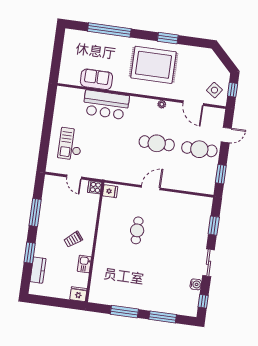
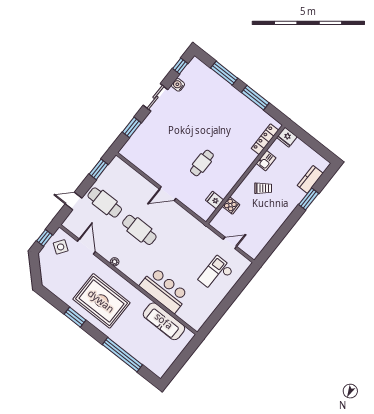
sofa: (96, 79) -> (164, 321), width x1.36
checkout: (70, 144) -> (216, 274), turned 180
door: (74, 177) -> (230, 243), hinge flipped
cooker: (95, 187) -> (231, 206), moved
fridge: (110, 191) -> (215, 200), moved
window: (35, 213) -> (283, 232), removed
locker: (96, 281) -> (265, 139), added

